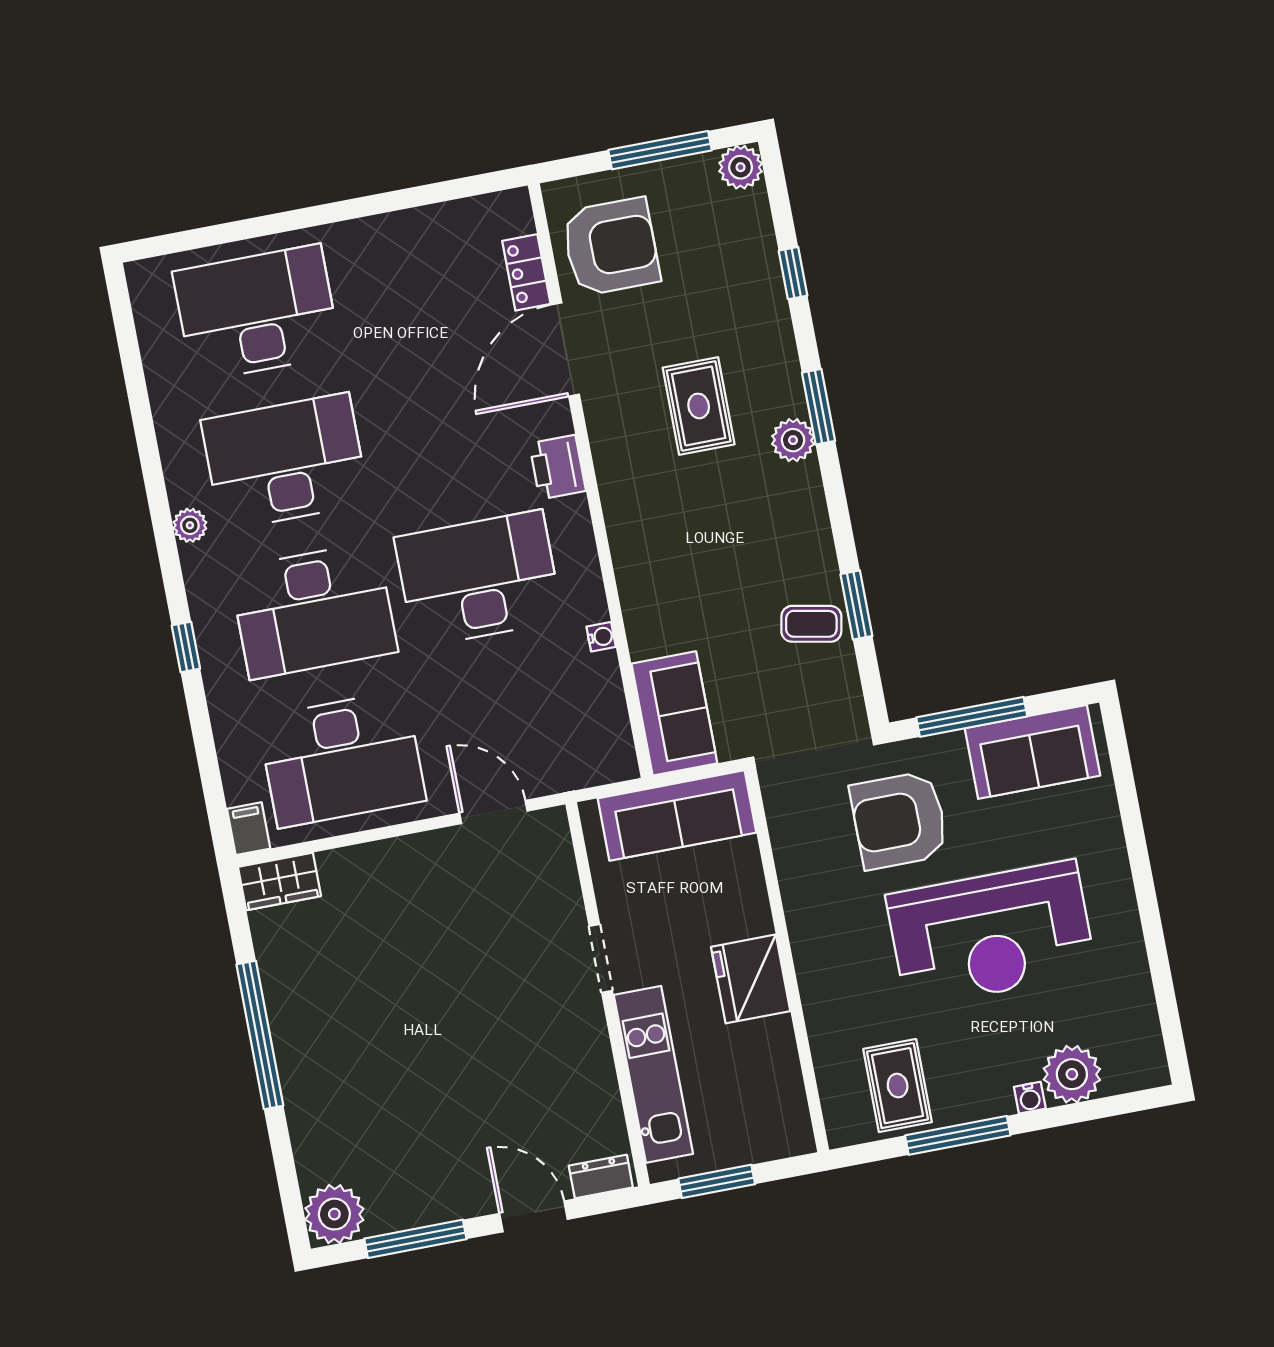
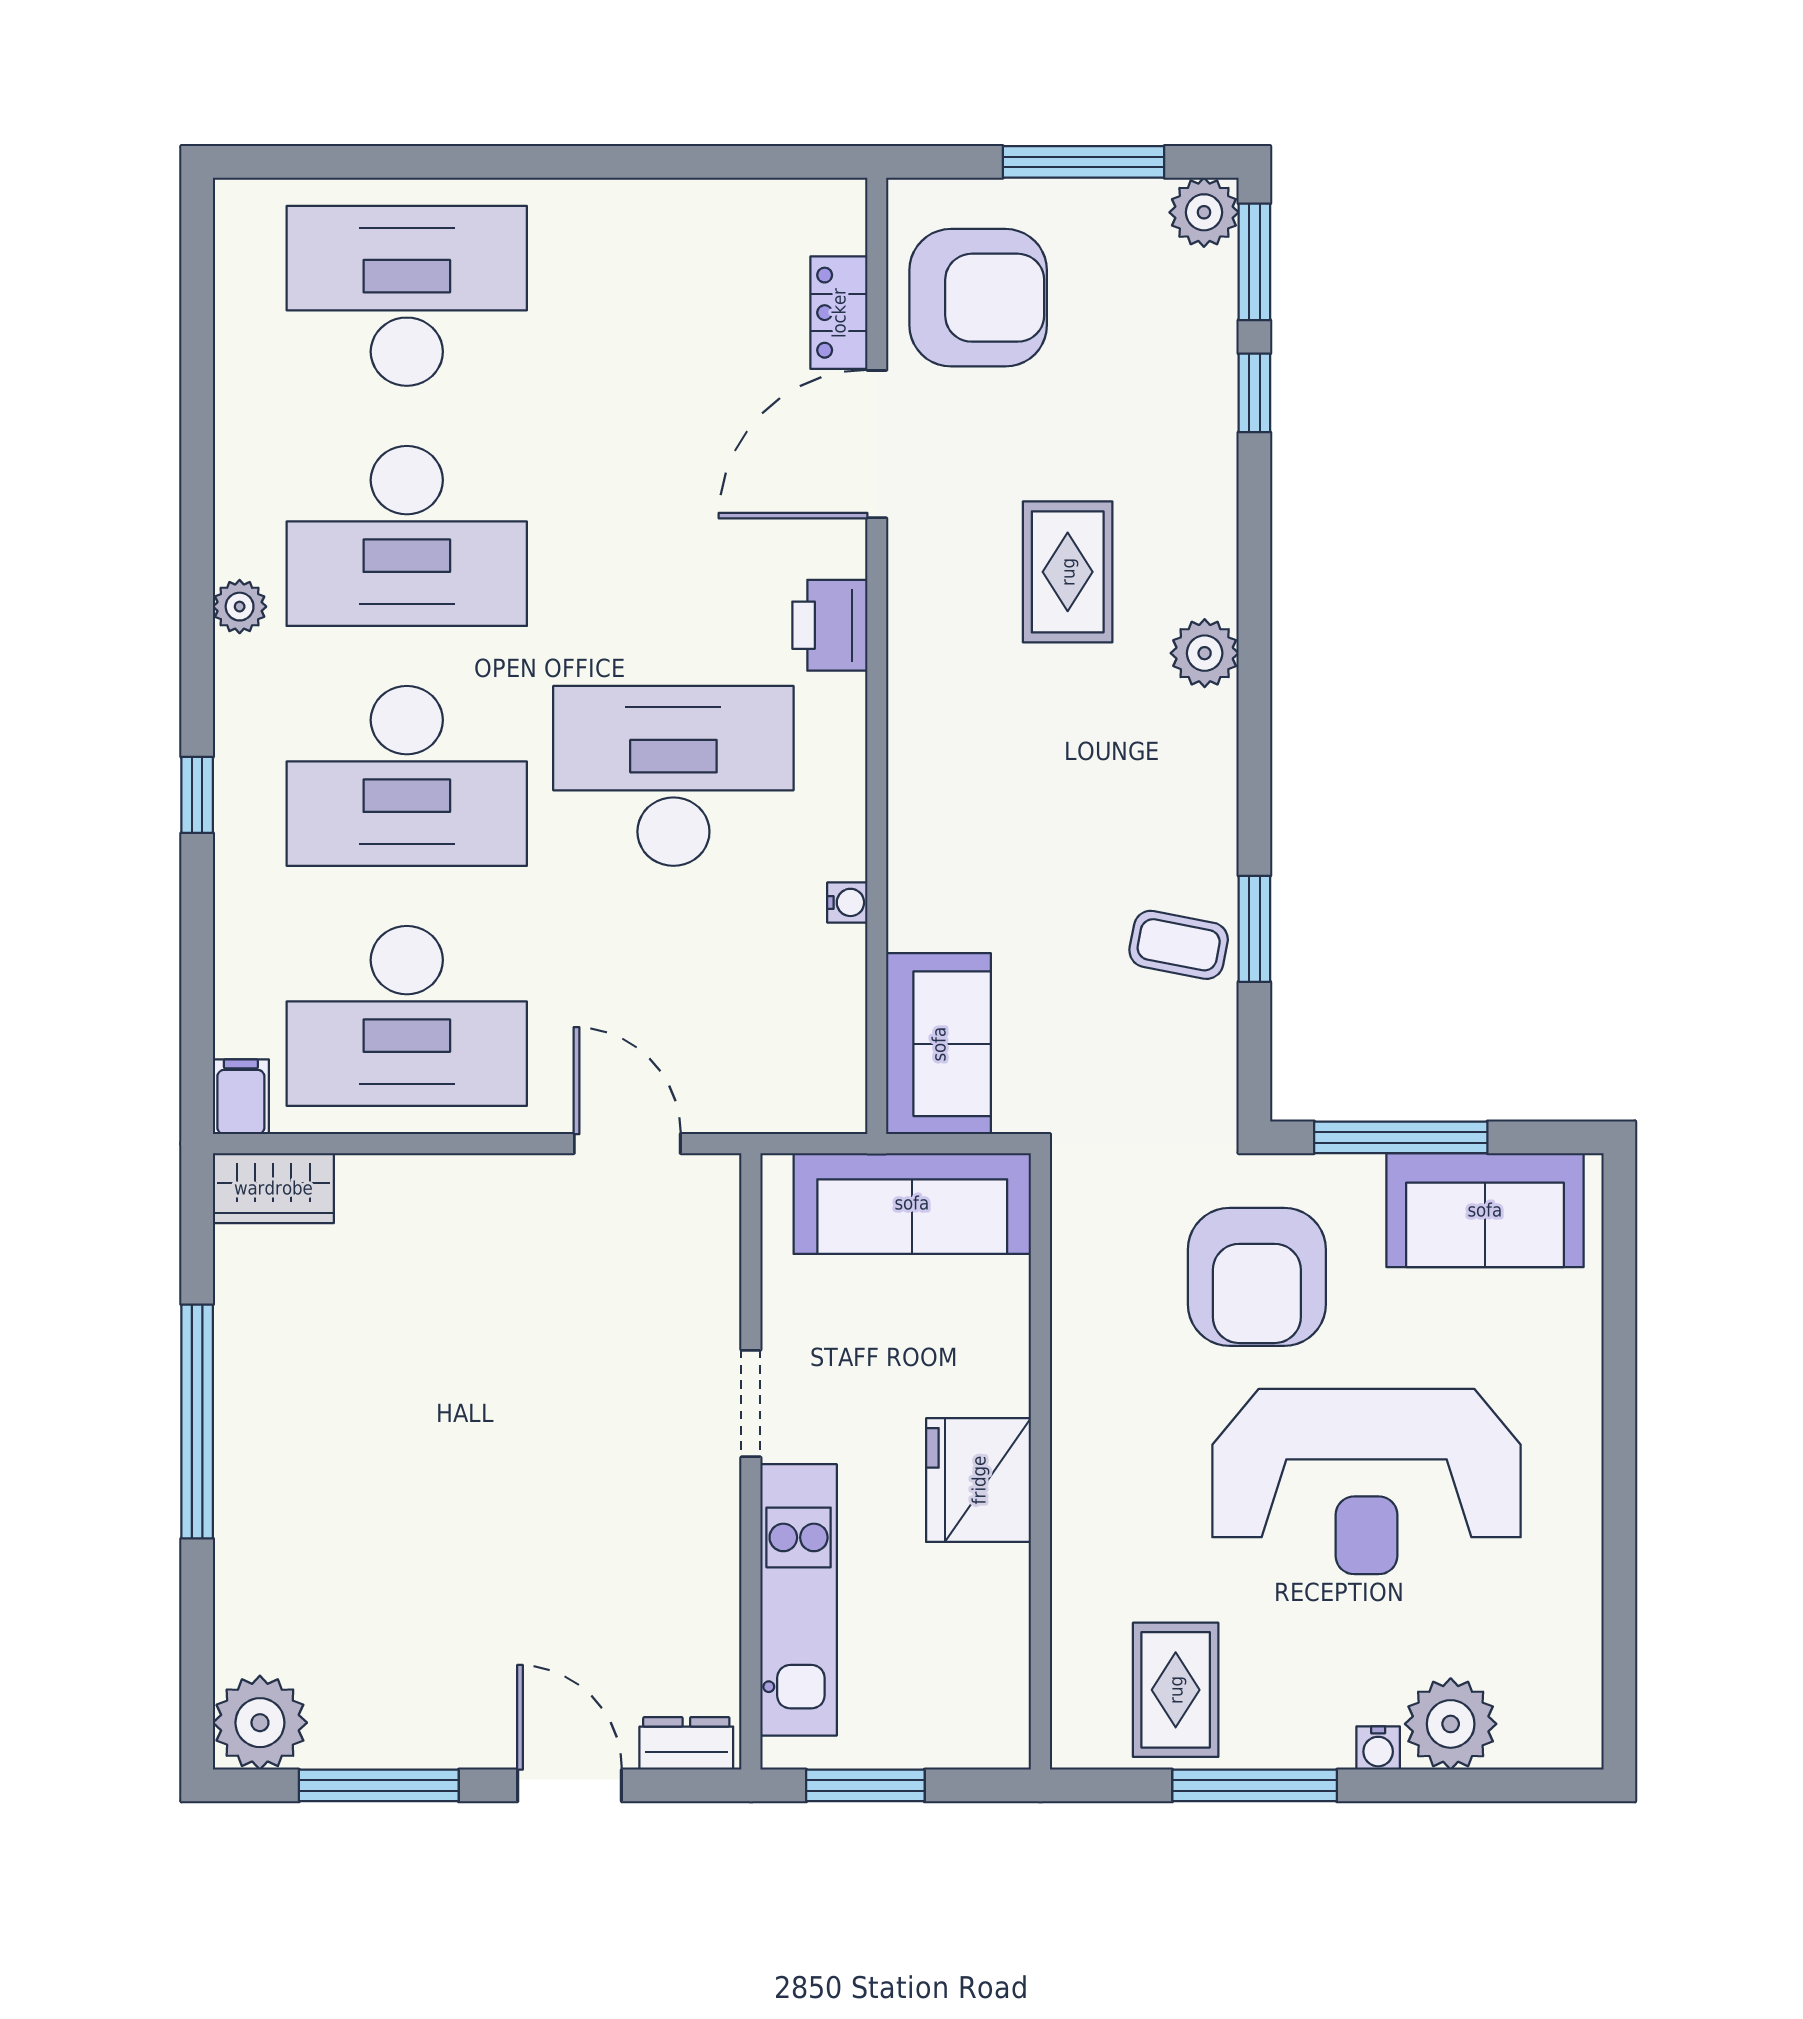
window: (819, 407) -> (1254, 262), moved
desk: (285, 462) -> (407, 536), turned 180
armchair: (899, 820) -> (1257, 1277), turned -90

